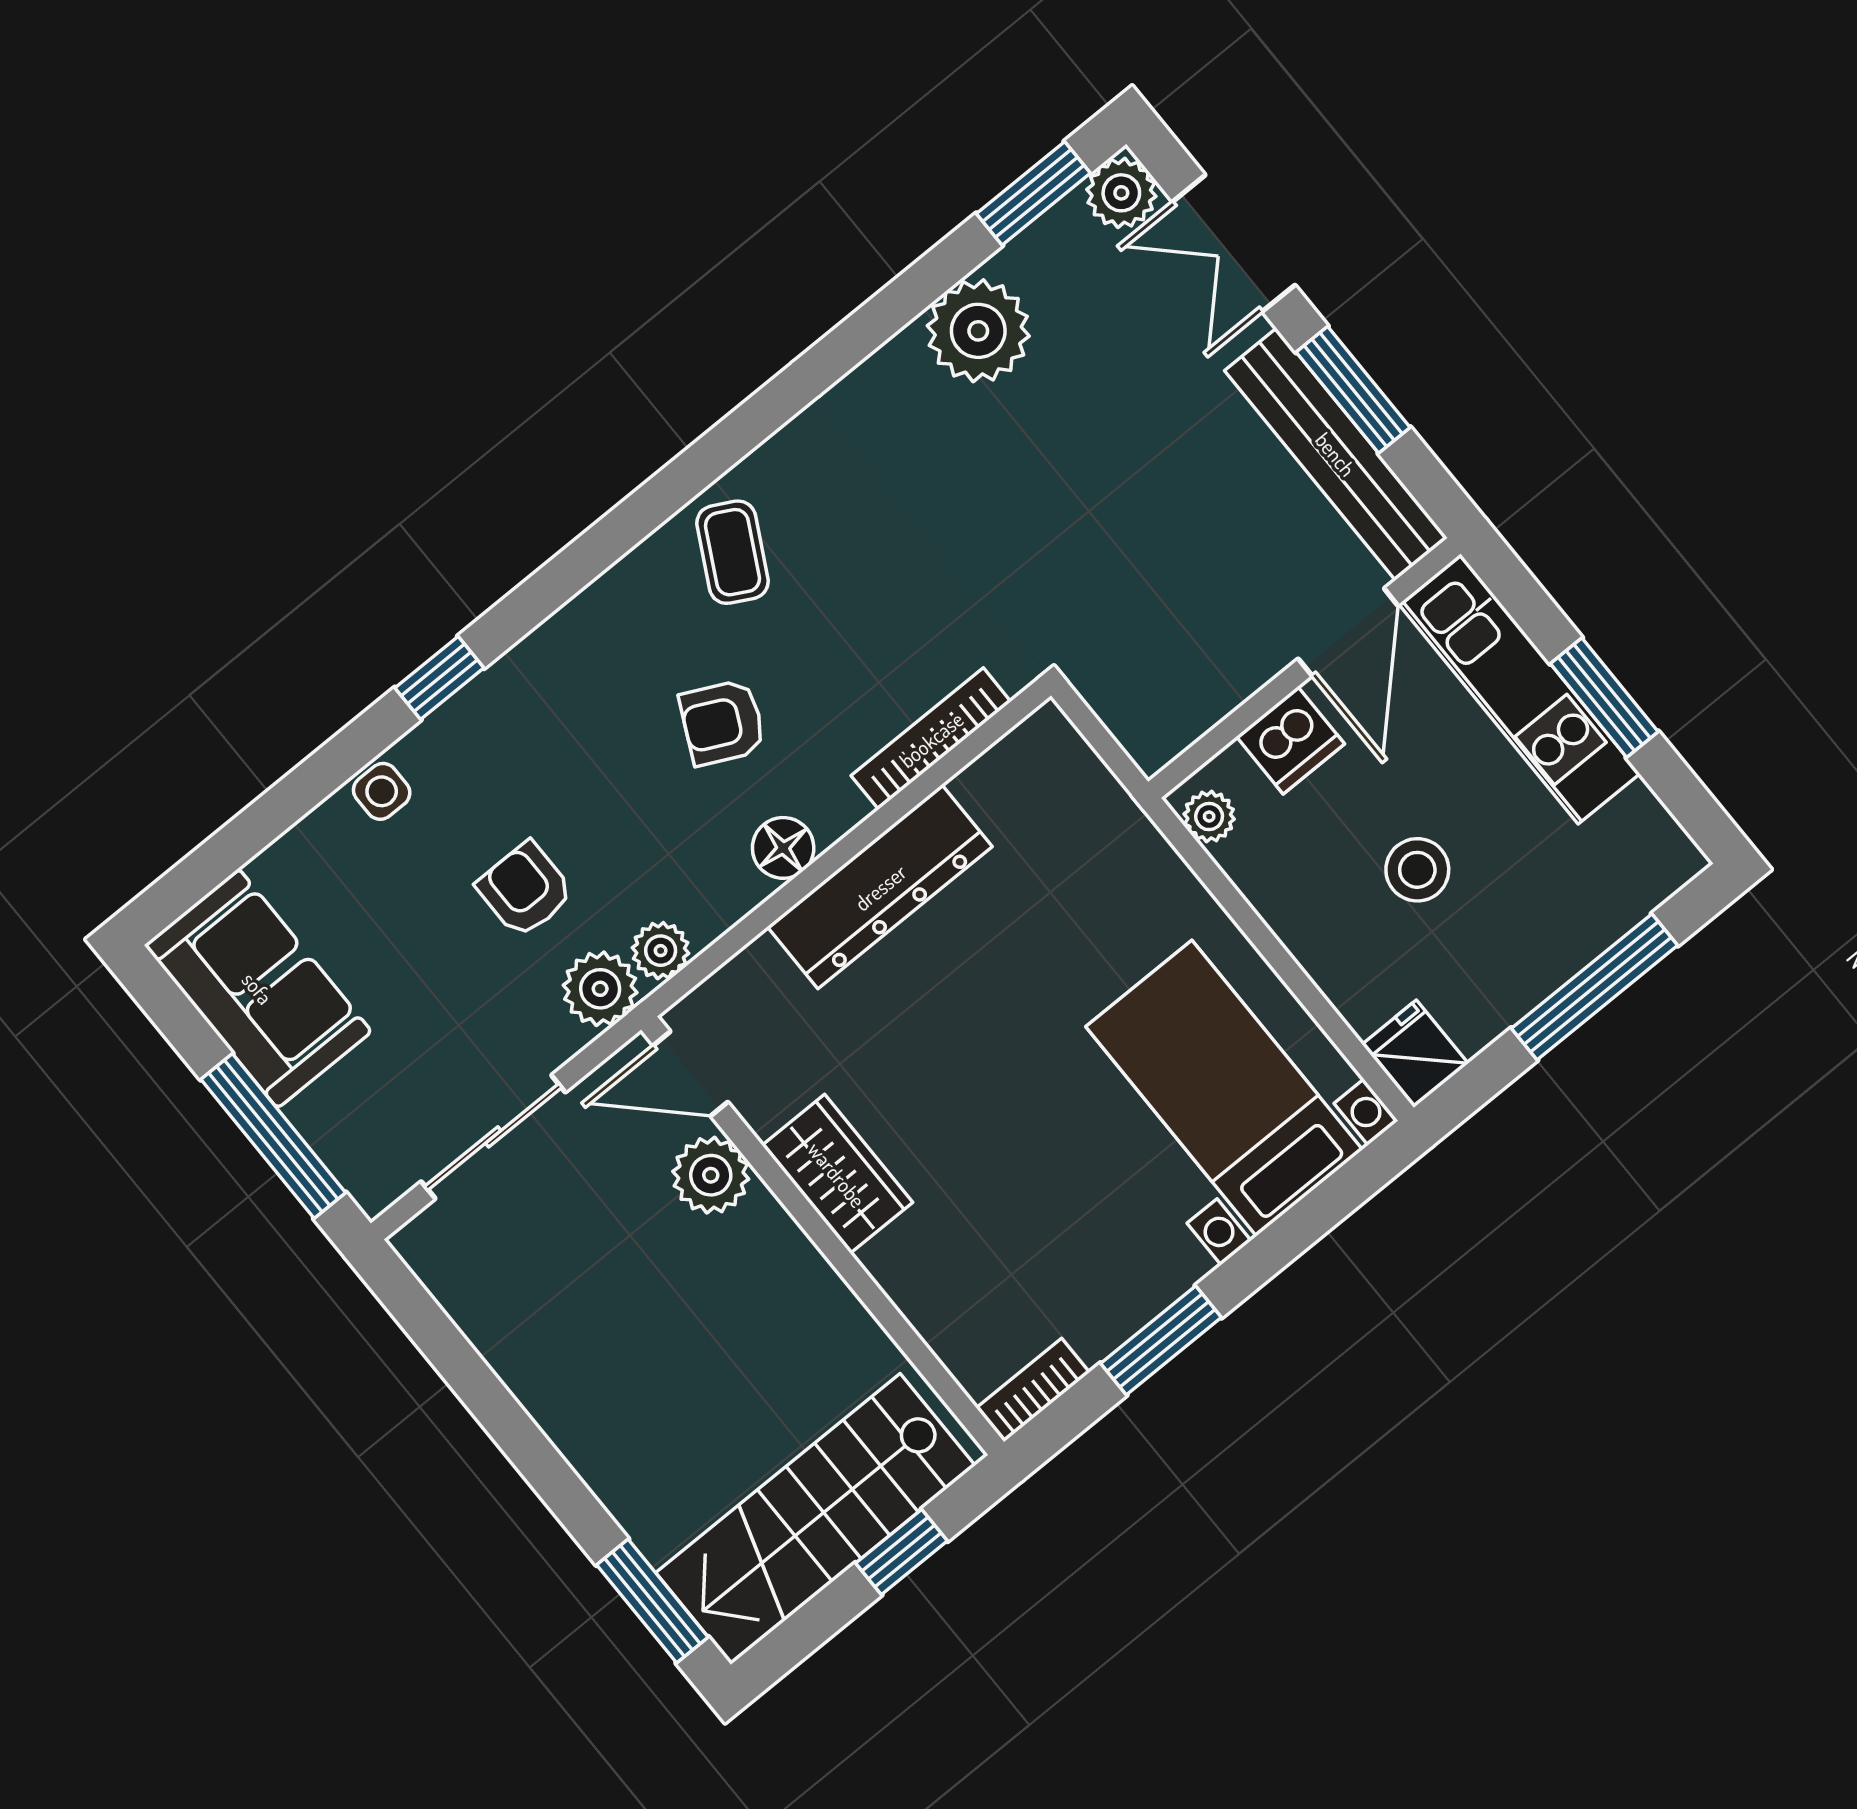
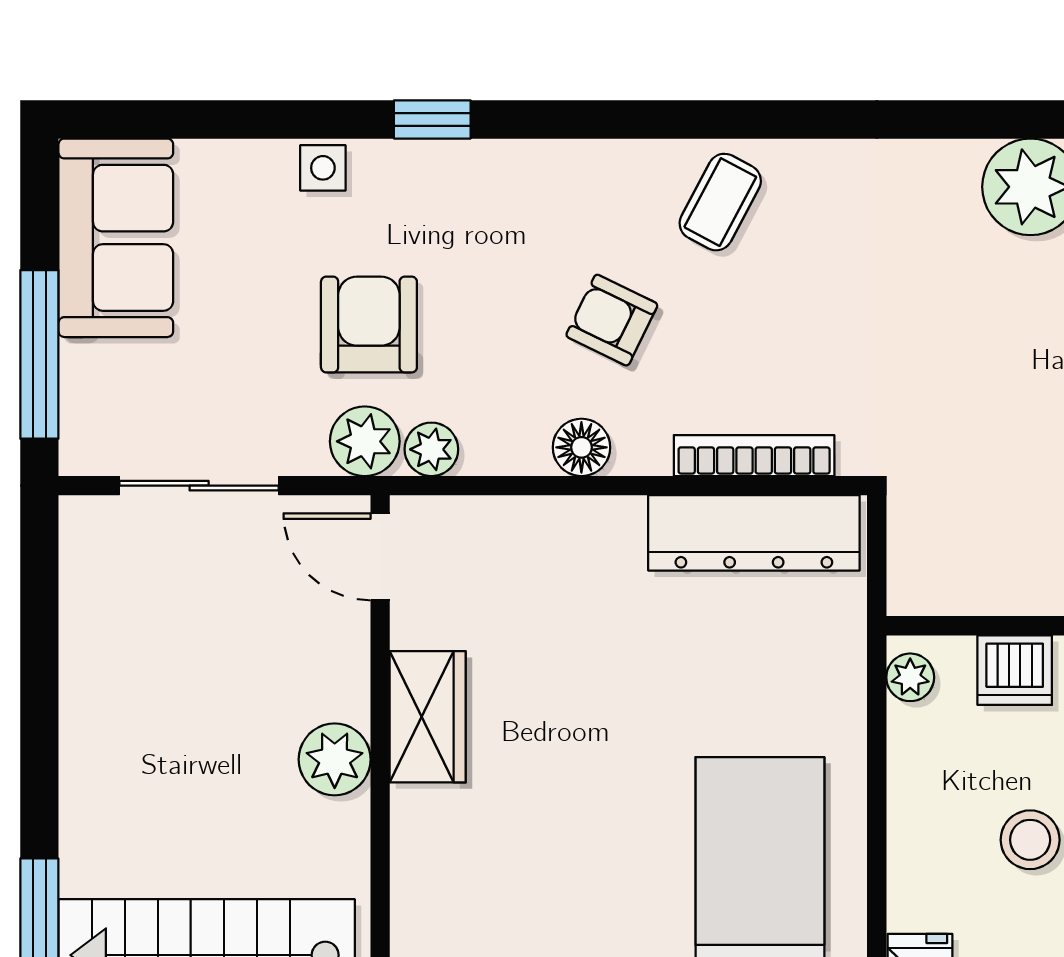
dresser: (880, 887) -> (754, 533), moved
armchair: (525, 890) -> (369, 325), width x1.38, depth x1.38
plant: (711, 1175) -> (335, 759), moved

